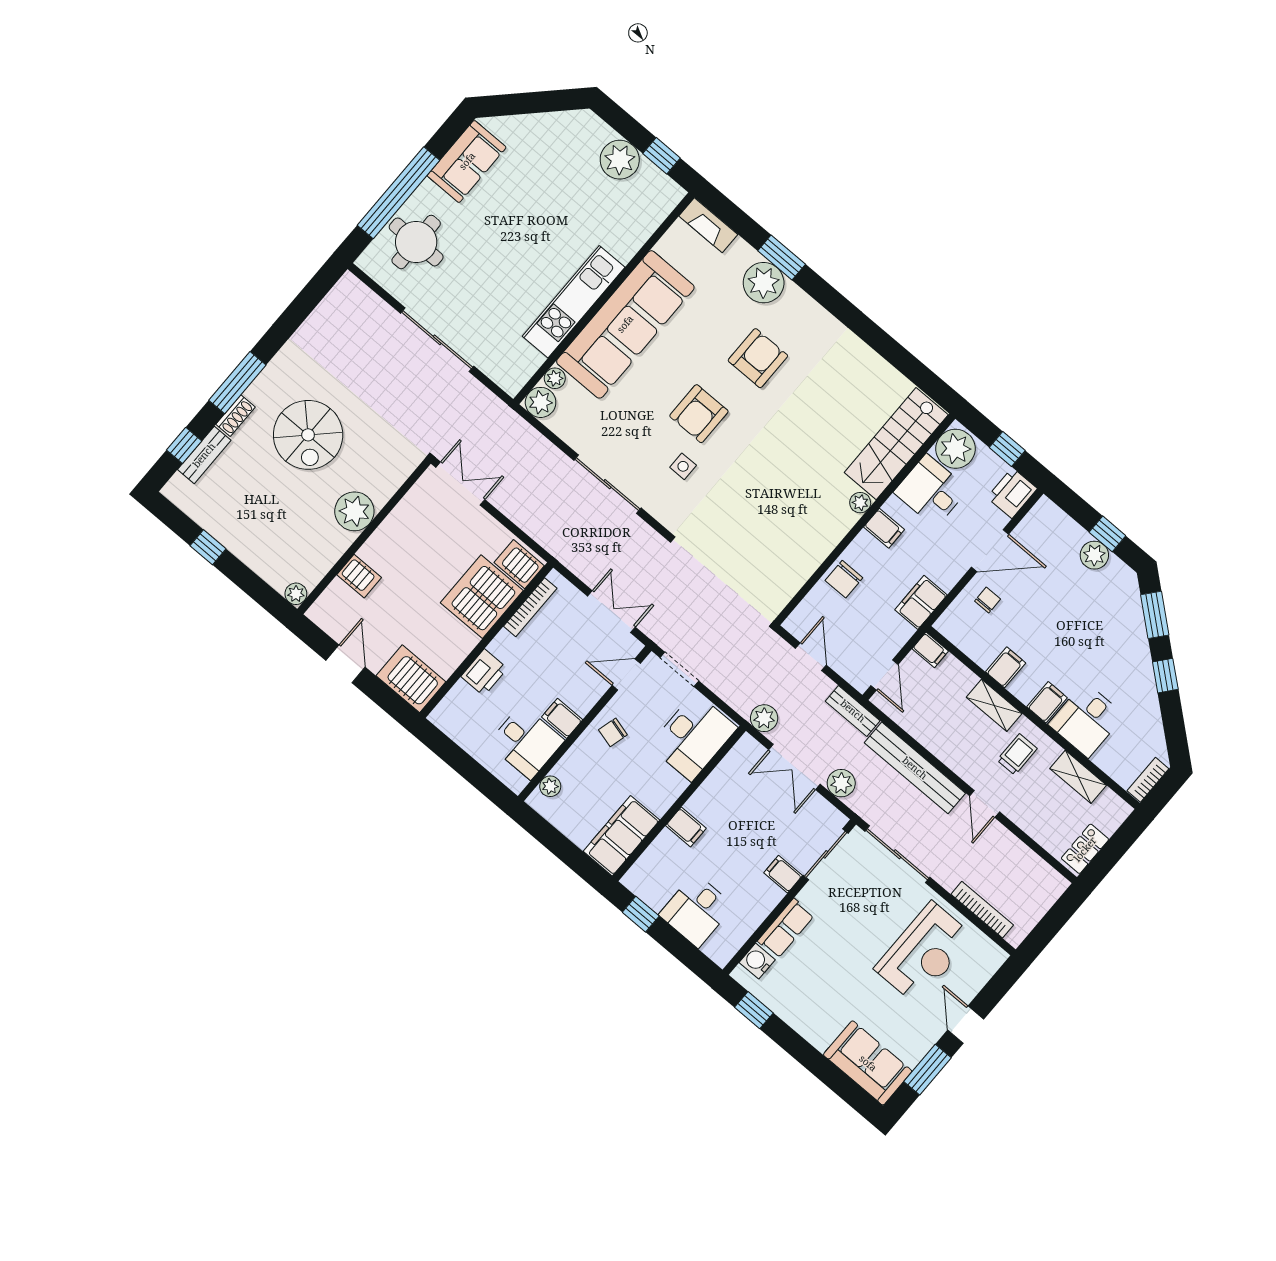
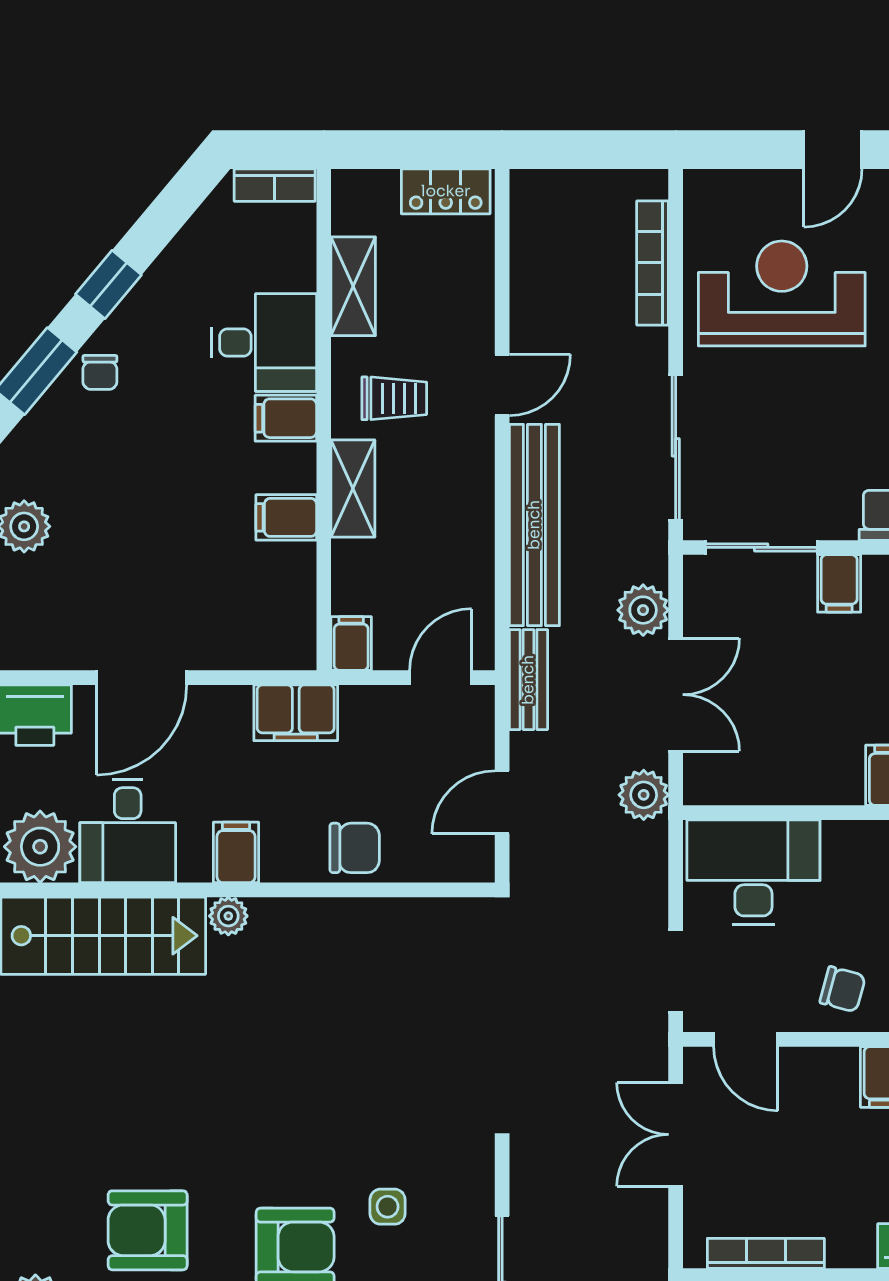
door: (990, 551) -> (142, 678), swing flipped
chair: (988, 600) -> (100, 372), moved, turned -90
trolley: (1017, 754) -> (394, 398), turned 180

